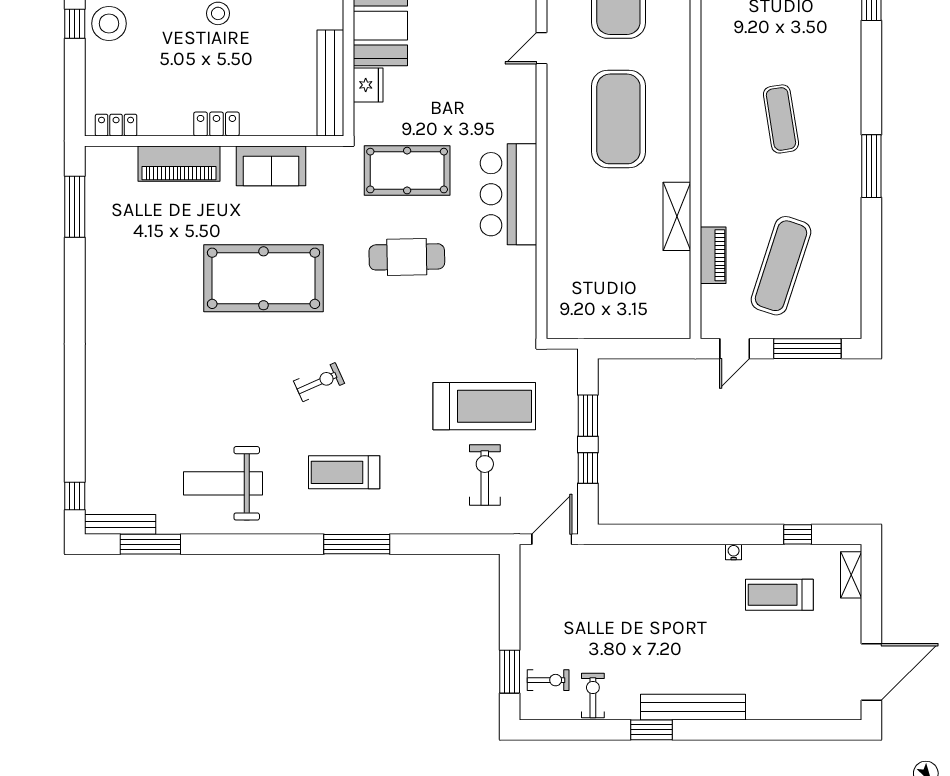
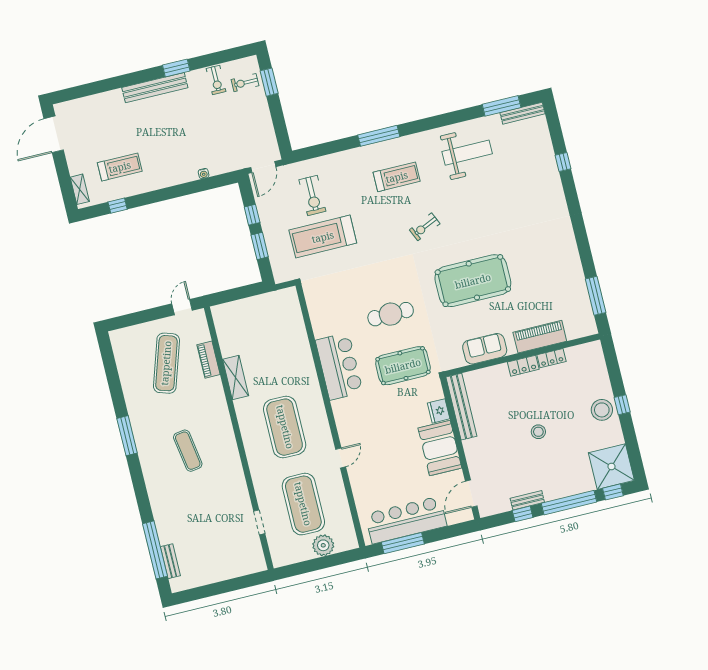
locker: (116, 125) -> (551, 358), moved
window: (807, 349) -> (139, 318), removed
window: (75, 496) -> (563, 162), moved
water cooler: (734, 552) -> (204, 174), moved

